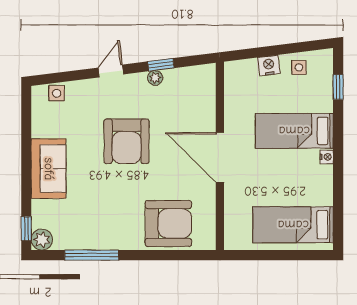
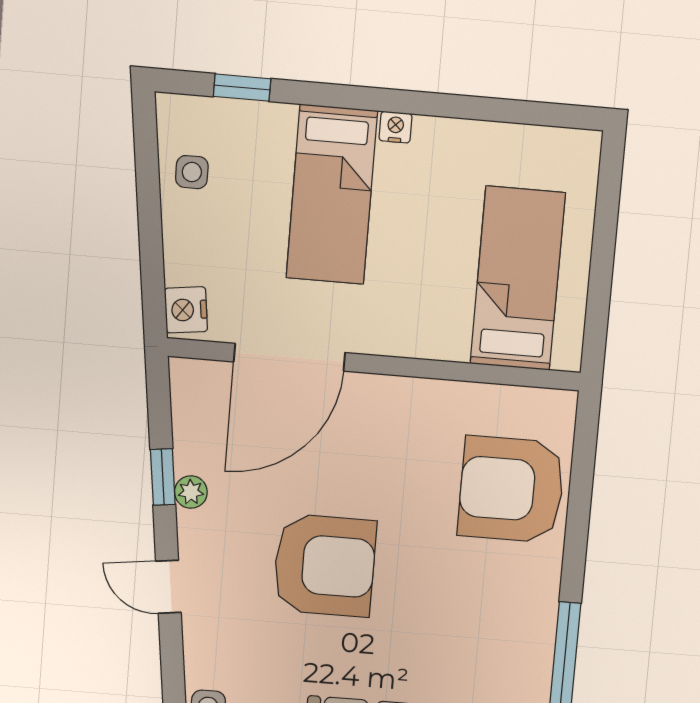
nightstand: (269, 66) -> (186, 310), moved
door: (220, 157) -> (289, 357), moved
armchair: (168, 223) -> (511, 489), turned -90
bed: (293, 225) -> (518, 278), moved, turned 180

